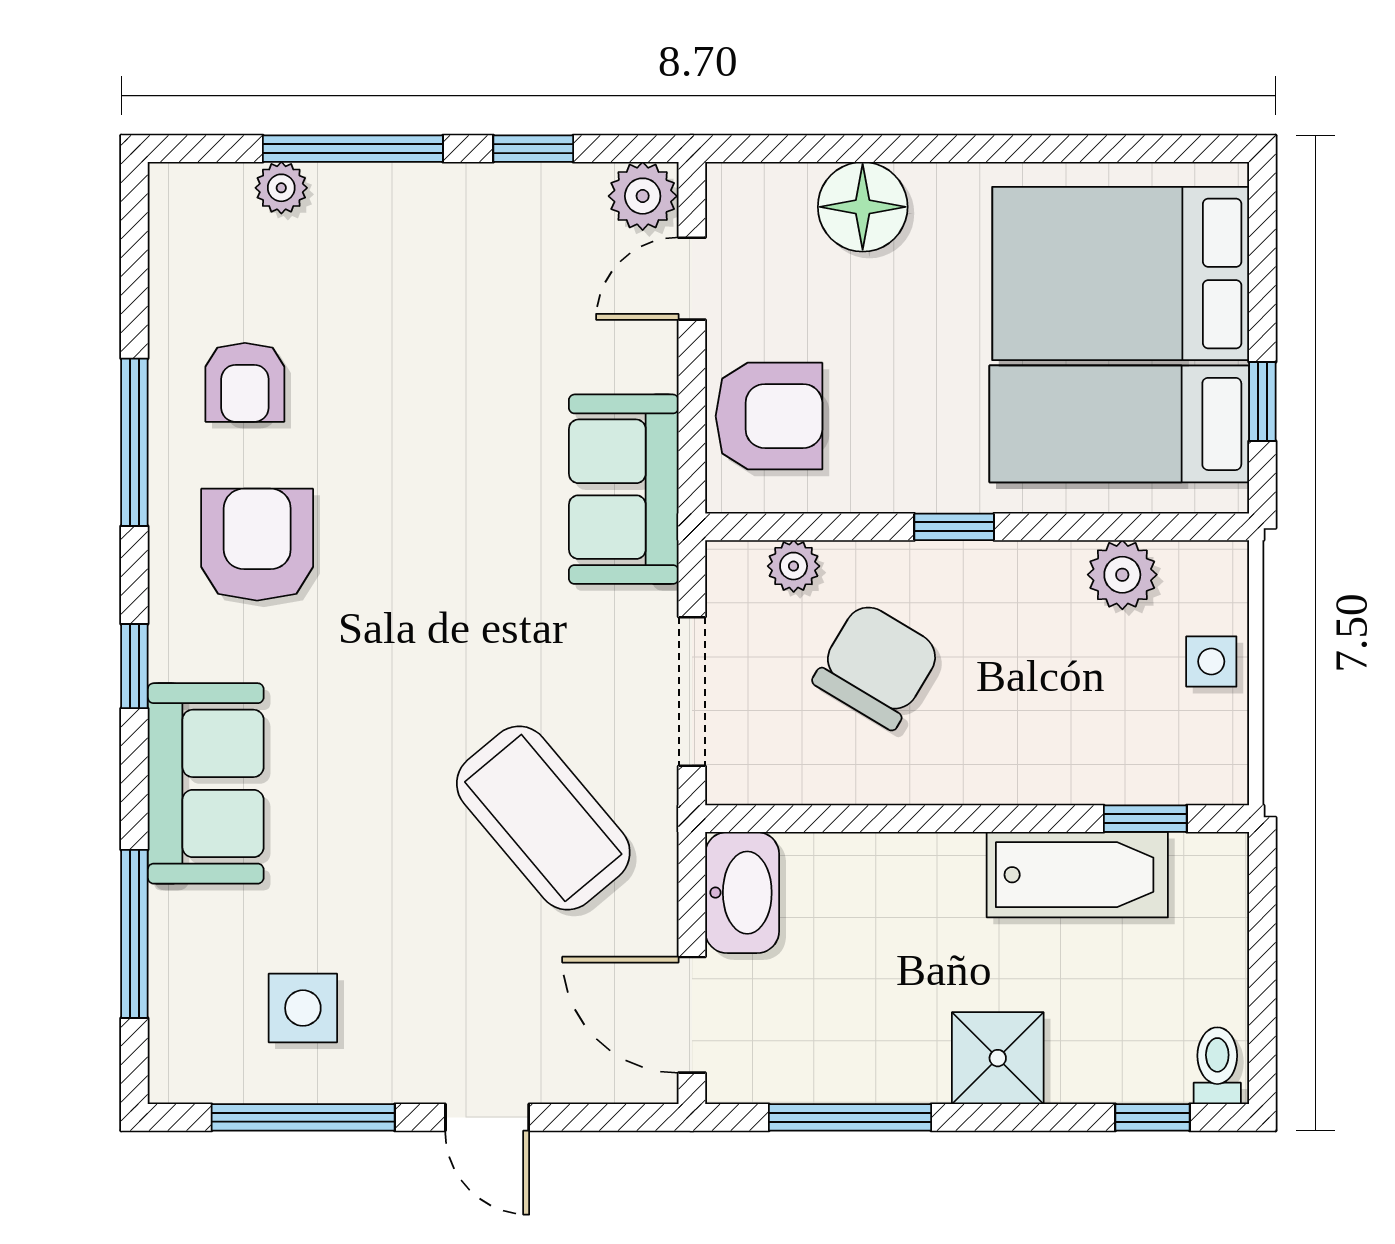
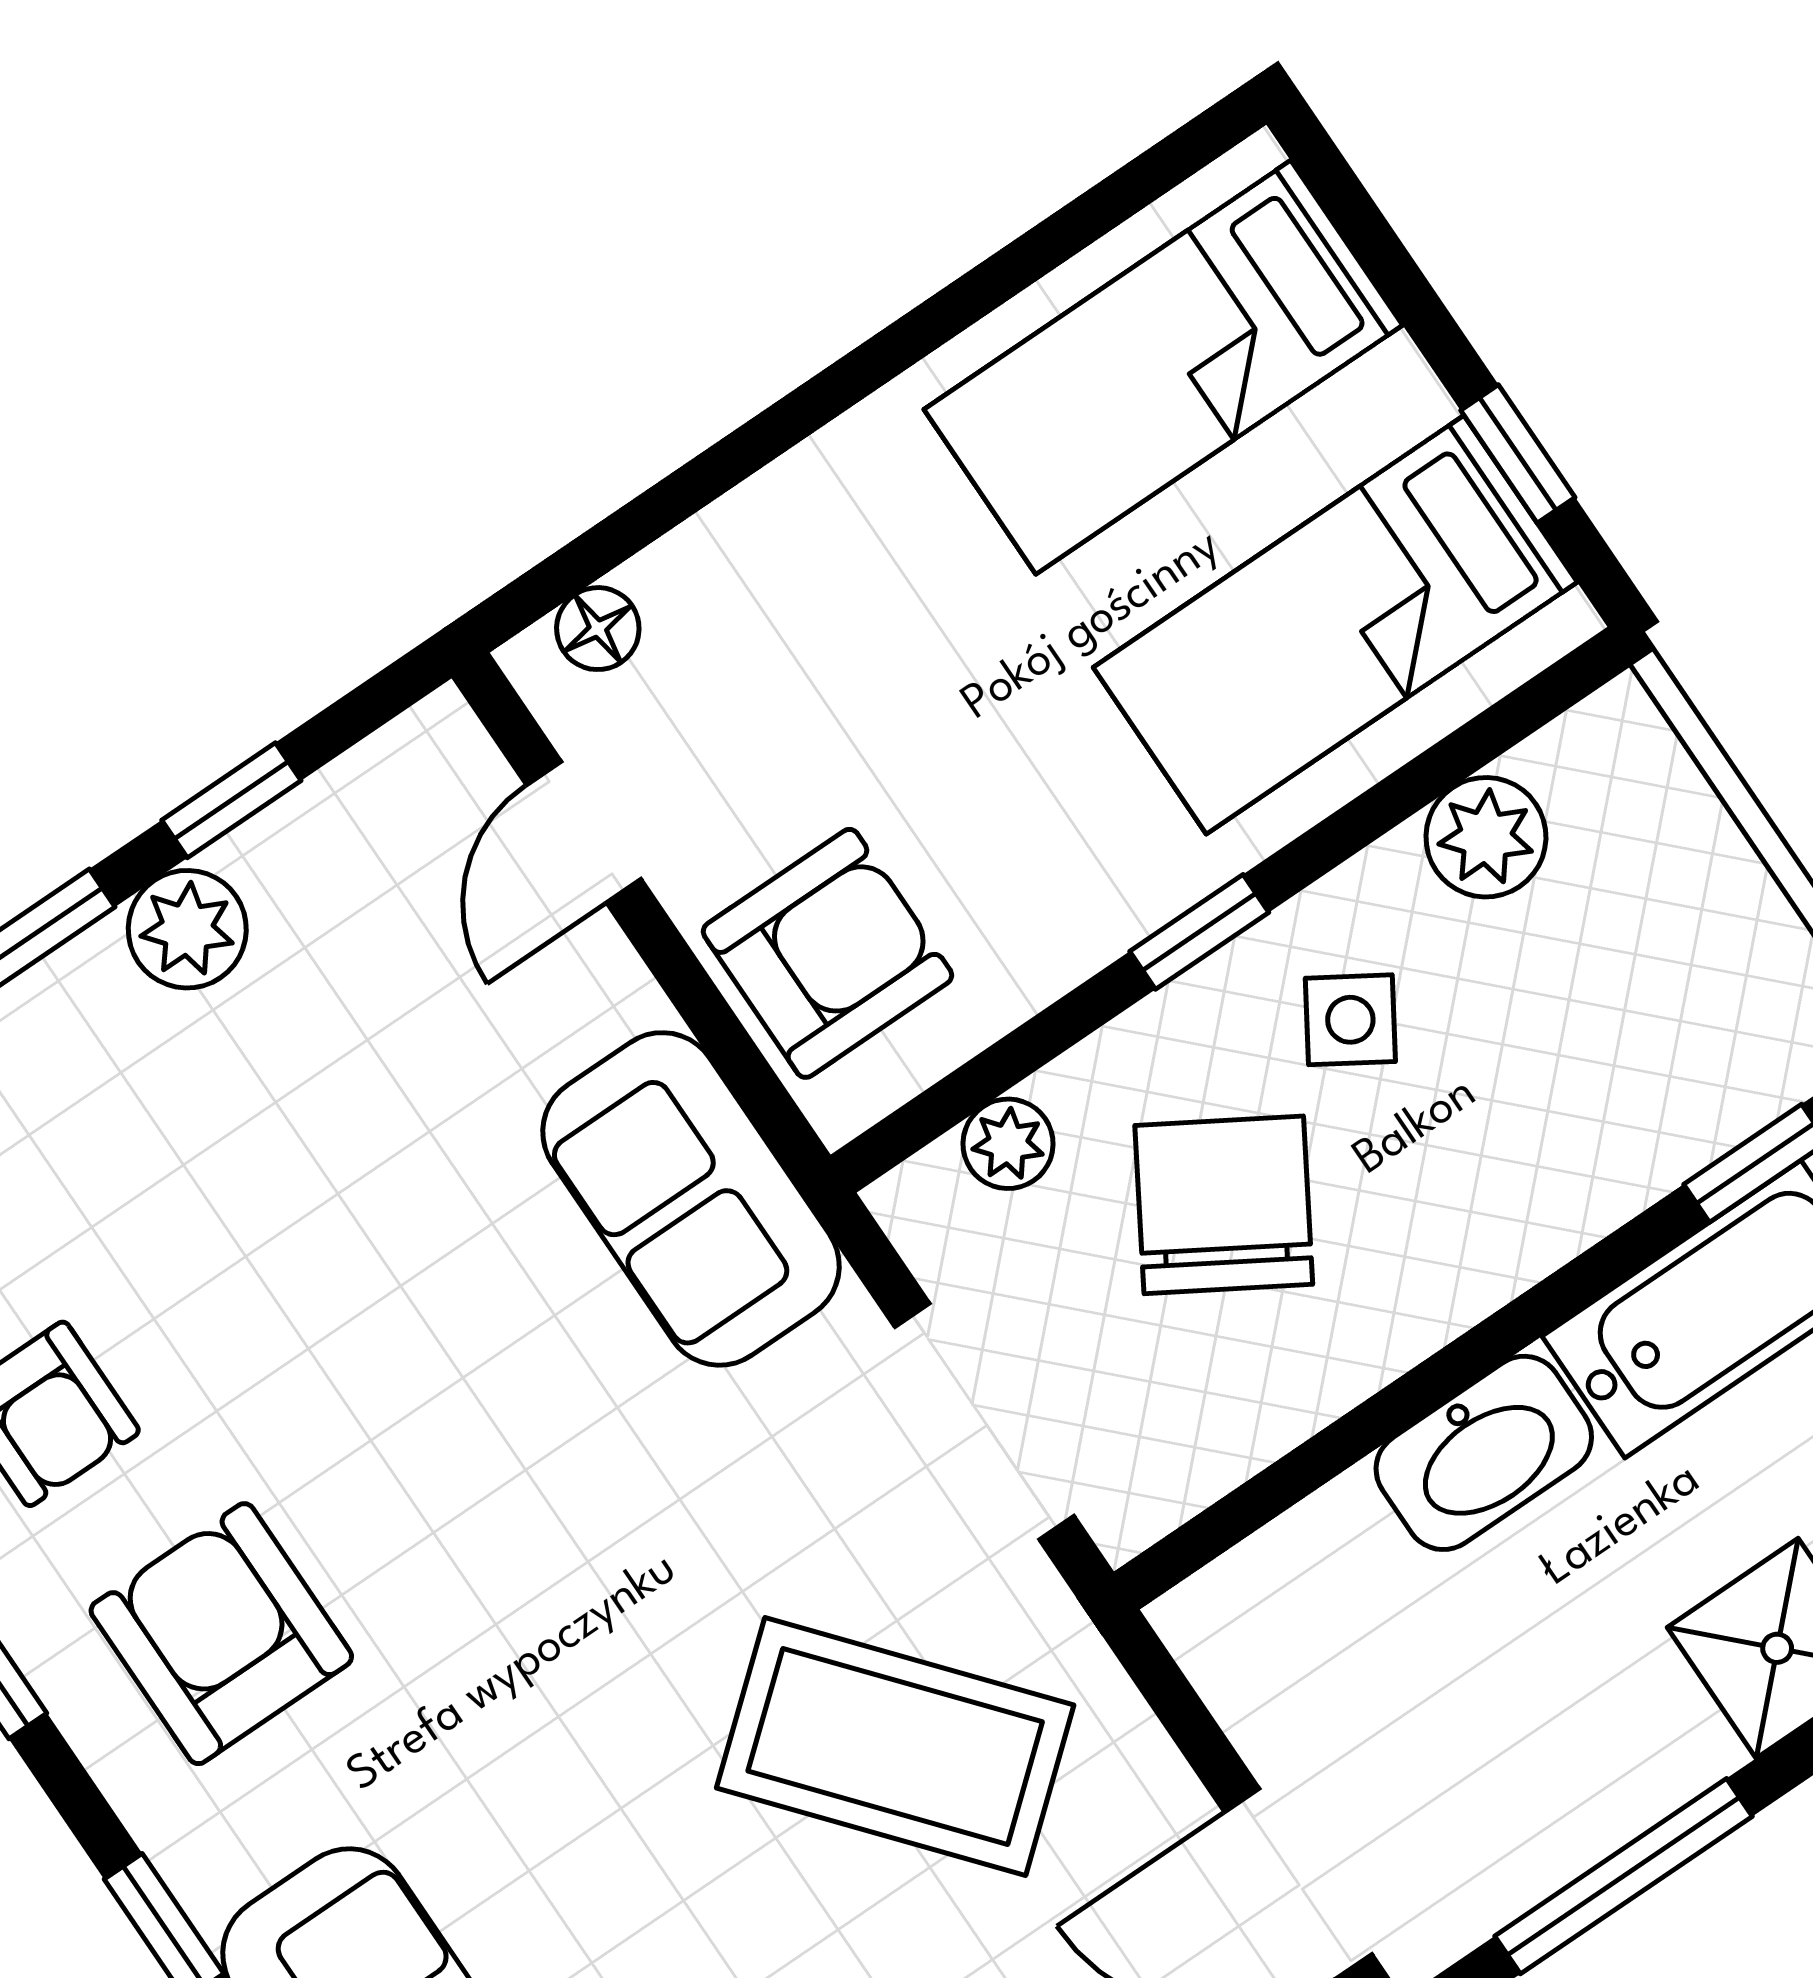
plant: (643, 196) -> (187, 929), moved
floor lamp: (863, 207) -> (598, 629), moved, width x0.53, depth x0.53
bed: (1121, 273) -> (1163, 367), width x0.67
side table: (1211, 661) -> (1350, 1020), moved, turned 32
washbasin: (742, 893) -> (1484, 1453), moved, turned 90

